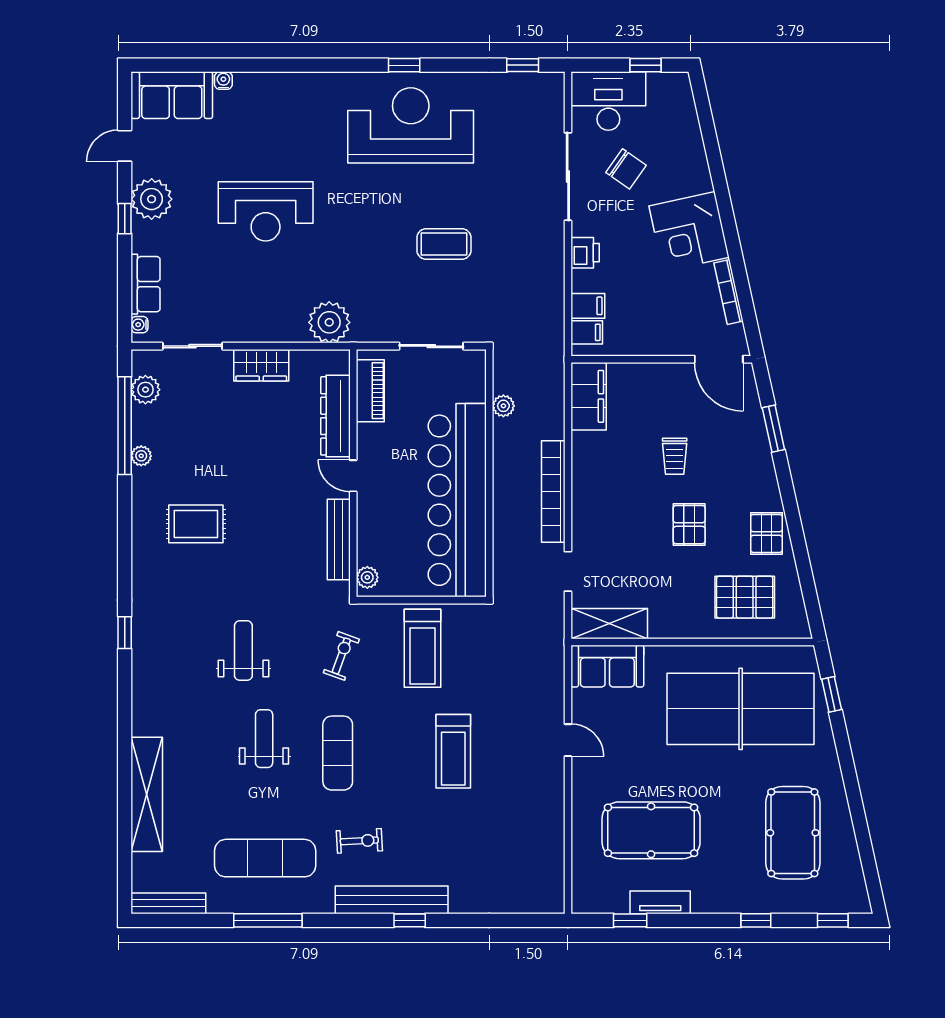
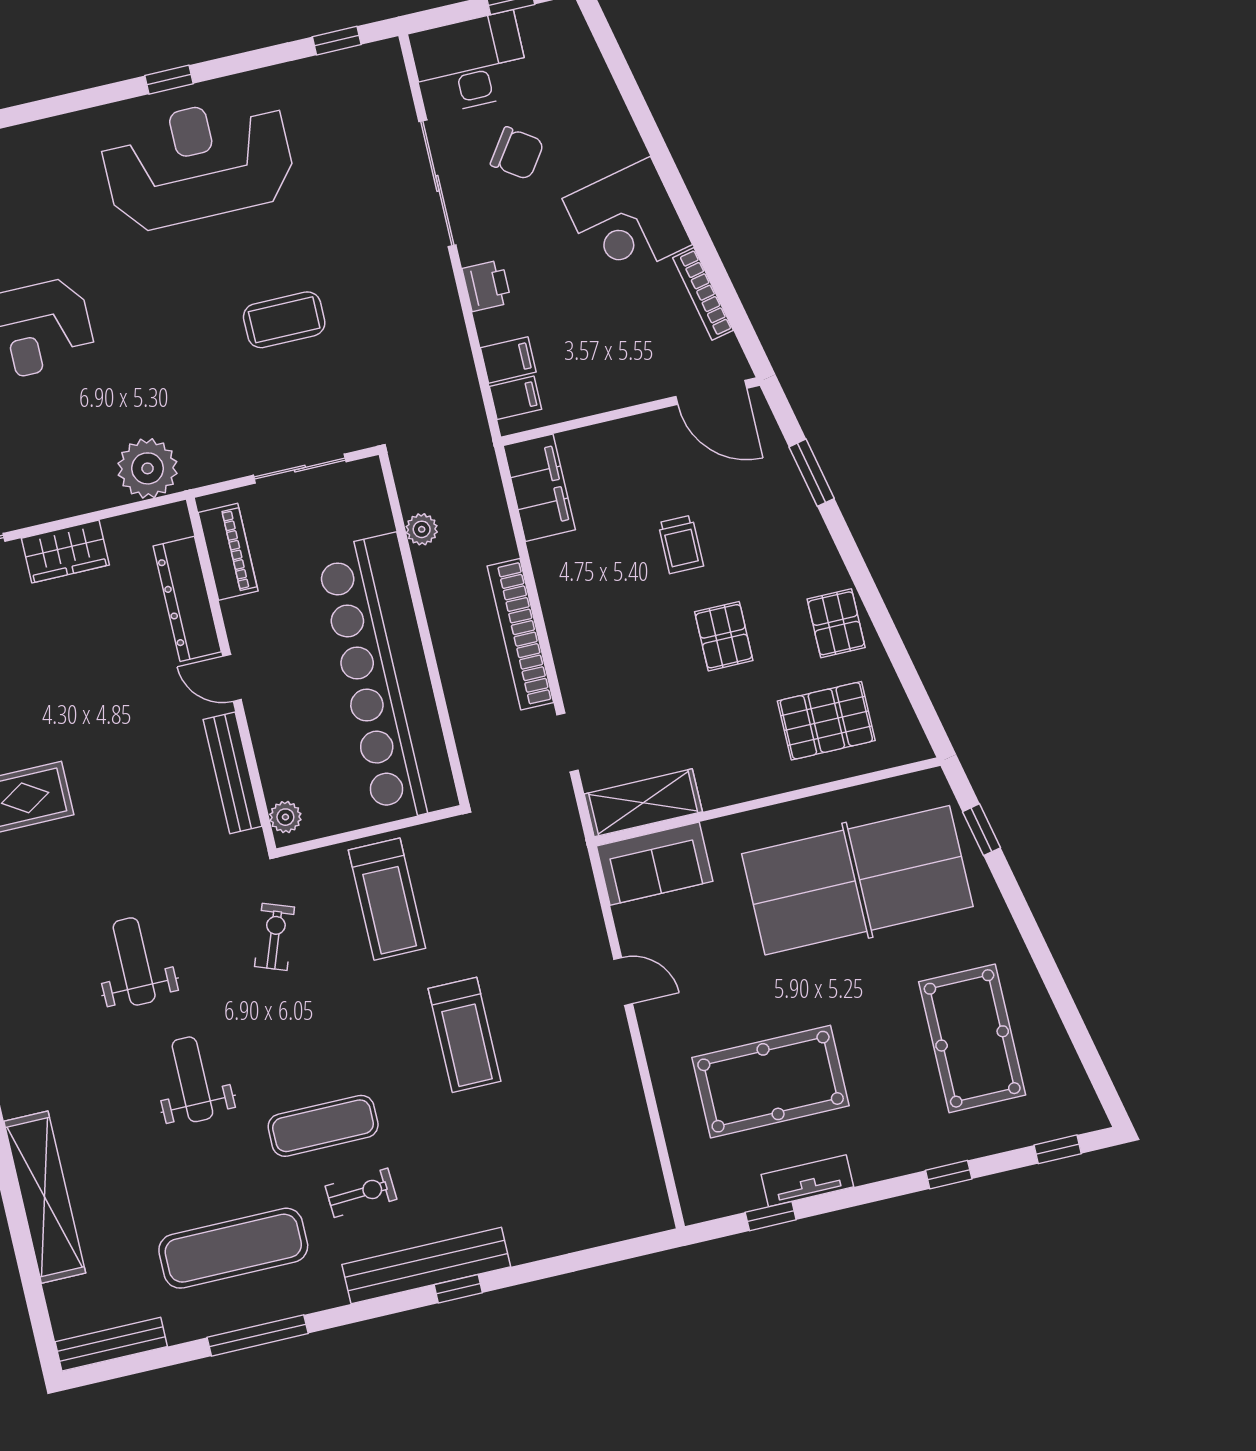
exercise mat: (338, 753) -> (323, 1126), moved, turned 90

